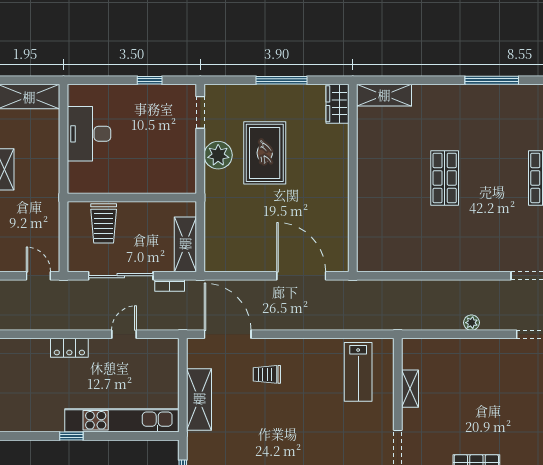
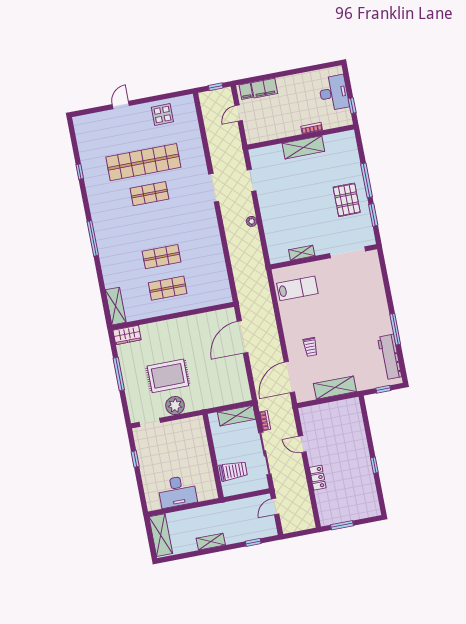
shop shelf: (396, 178) -> (168, 288), added
kitchen unit: (122, 420) -> (358, 435), removed

